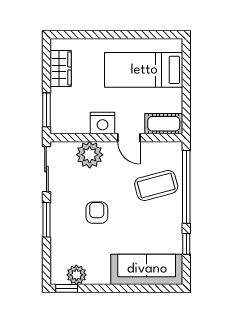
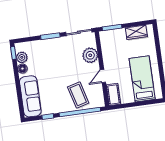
nightstand: (103, 123) -> (109, 60), removed
armchair: (97, 213) -> (58, 64), removed
floor lamp: (96, 276) -> (22, 69), added

